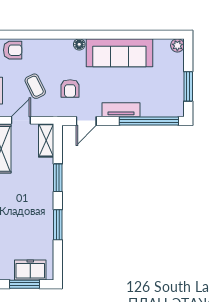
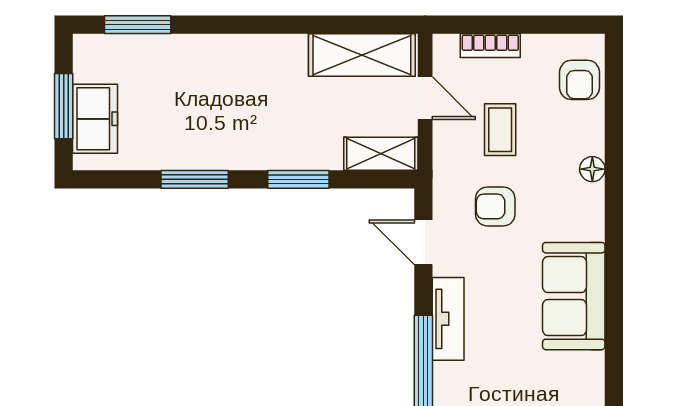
floor lamp: (79, 44) -> (592, 169), moved
sofa: (119, 53) -> (574, 296), width x0.73
coffee table: (35, 86) -> (500, 130), turned -64

